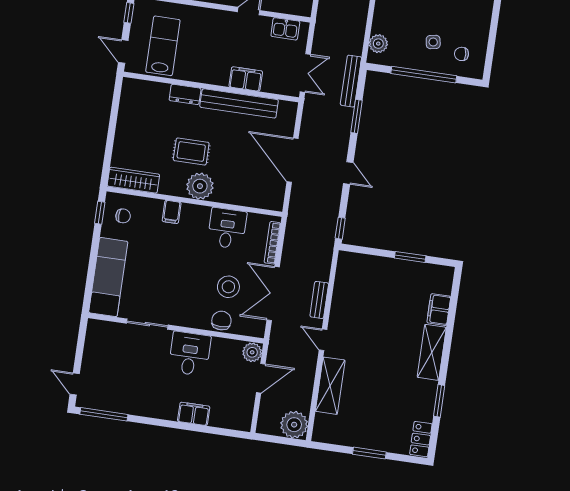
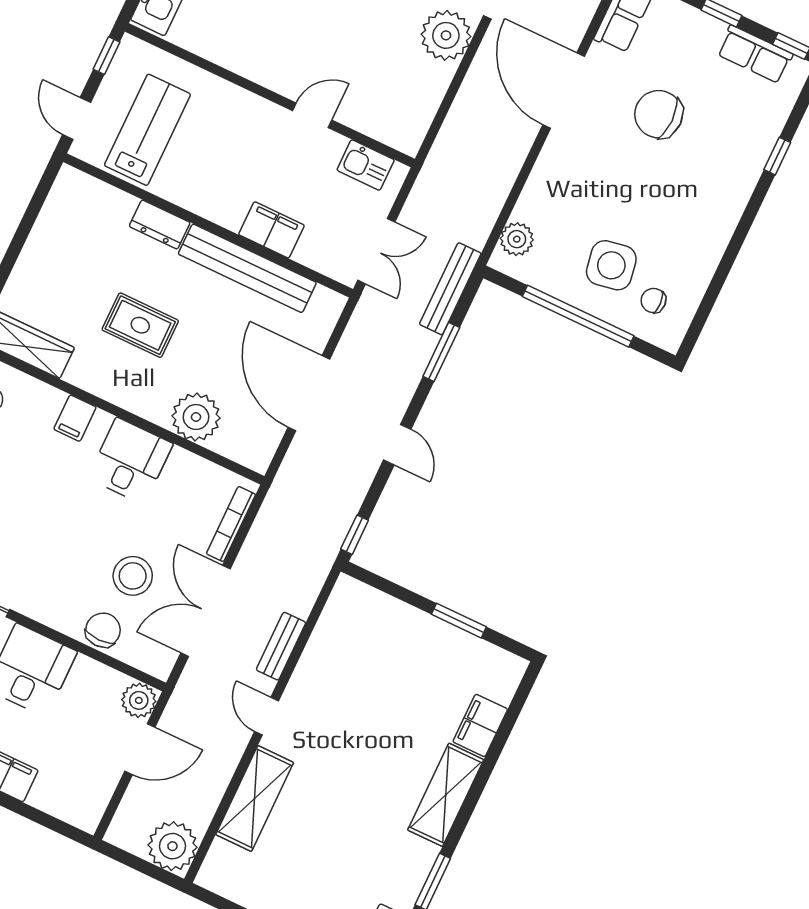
side table: (433, 42) -> (611, 265), width x1.87, depth x1.87
plant: (200, 186) -> (196, 417), moved
desk: (227, 228) -> (130, 461), moved

